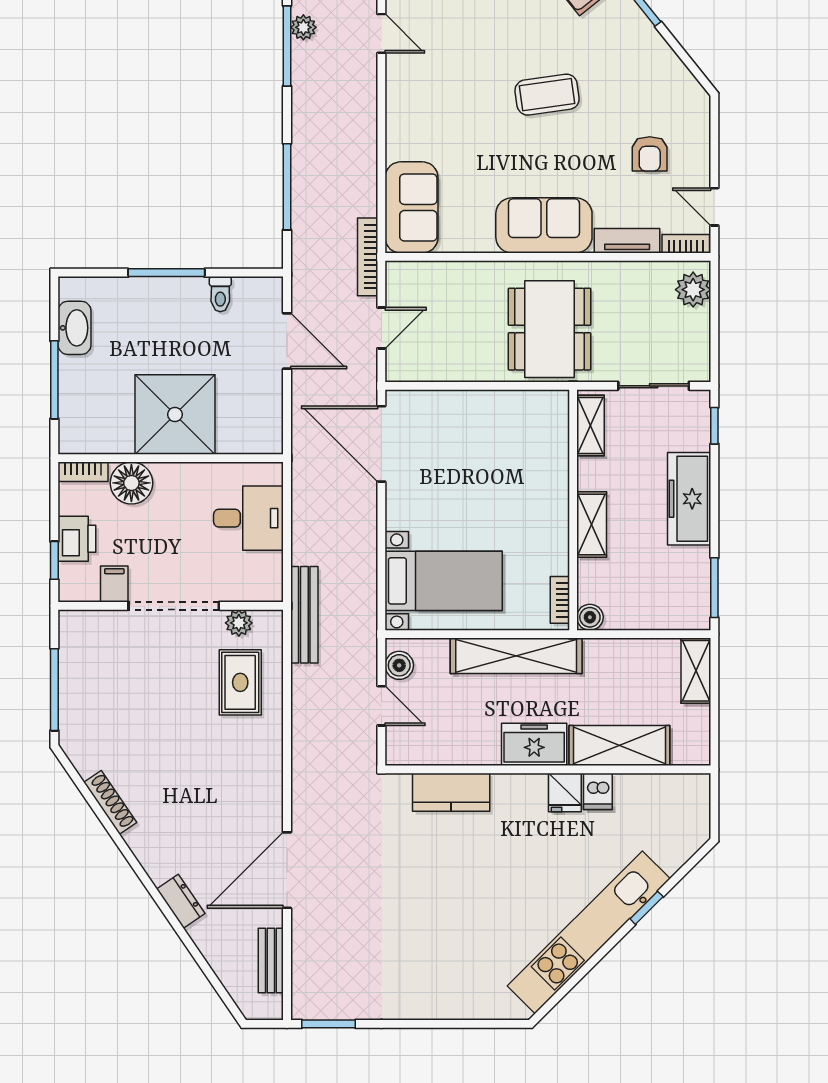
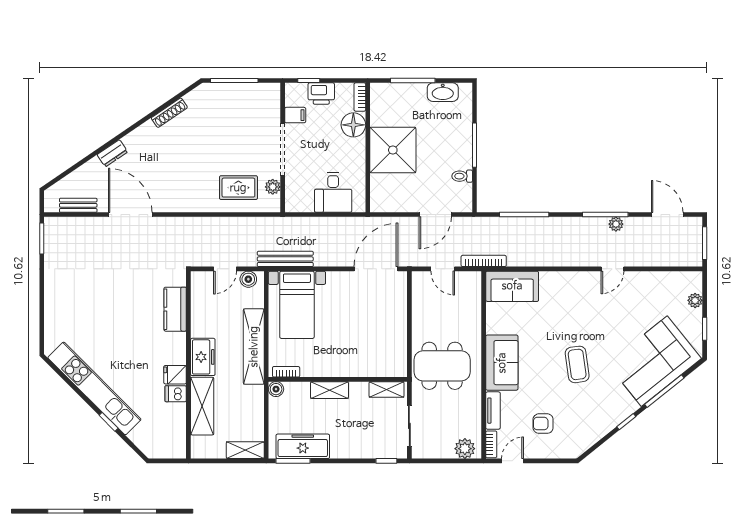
freezer: (689, 499) -> (303, 446), moved
bench: (304, 615) -> (285, 259), moved

